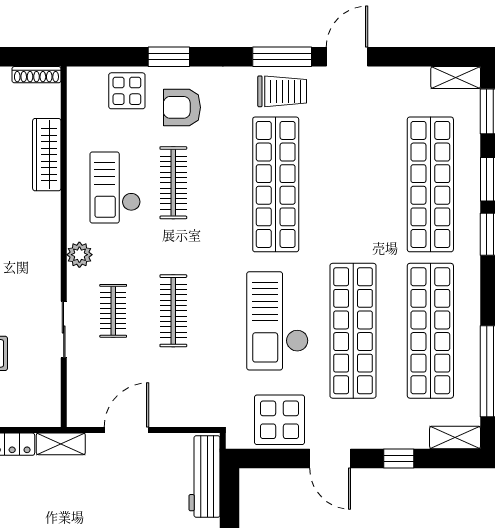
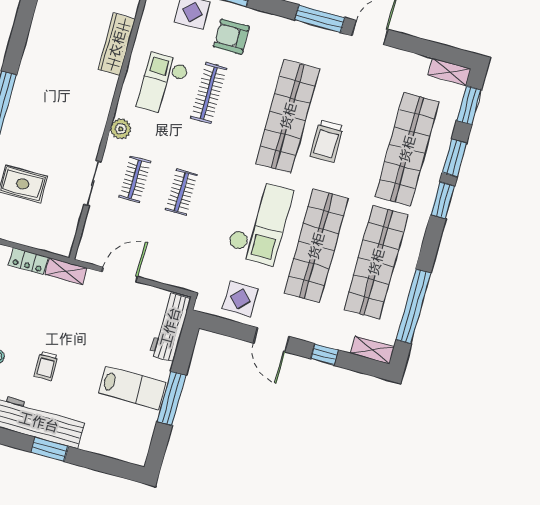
trolley: (282, 91) -> (327, 141), moved, turned 90
clothes rail: (173, 311) -> (181, 192), width x0.73
checkout: (278, 321) -> (260, 222), turned 180
display table: (280, 420) -> (240, 299), width x0.73, depth x0.73

